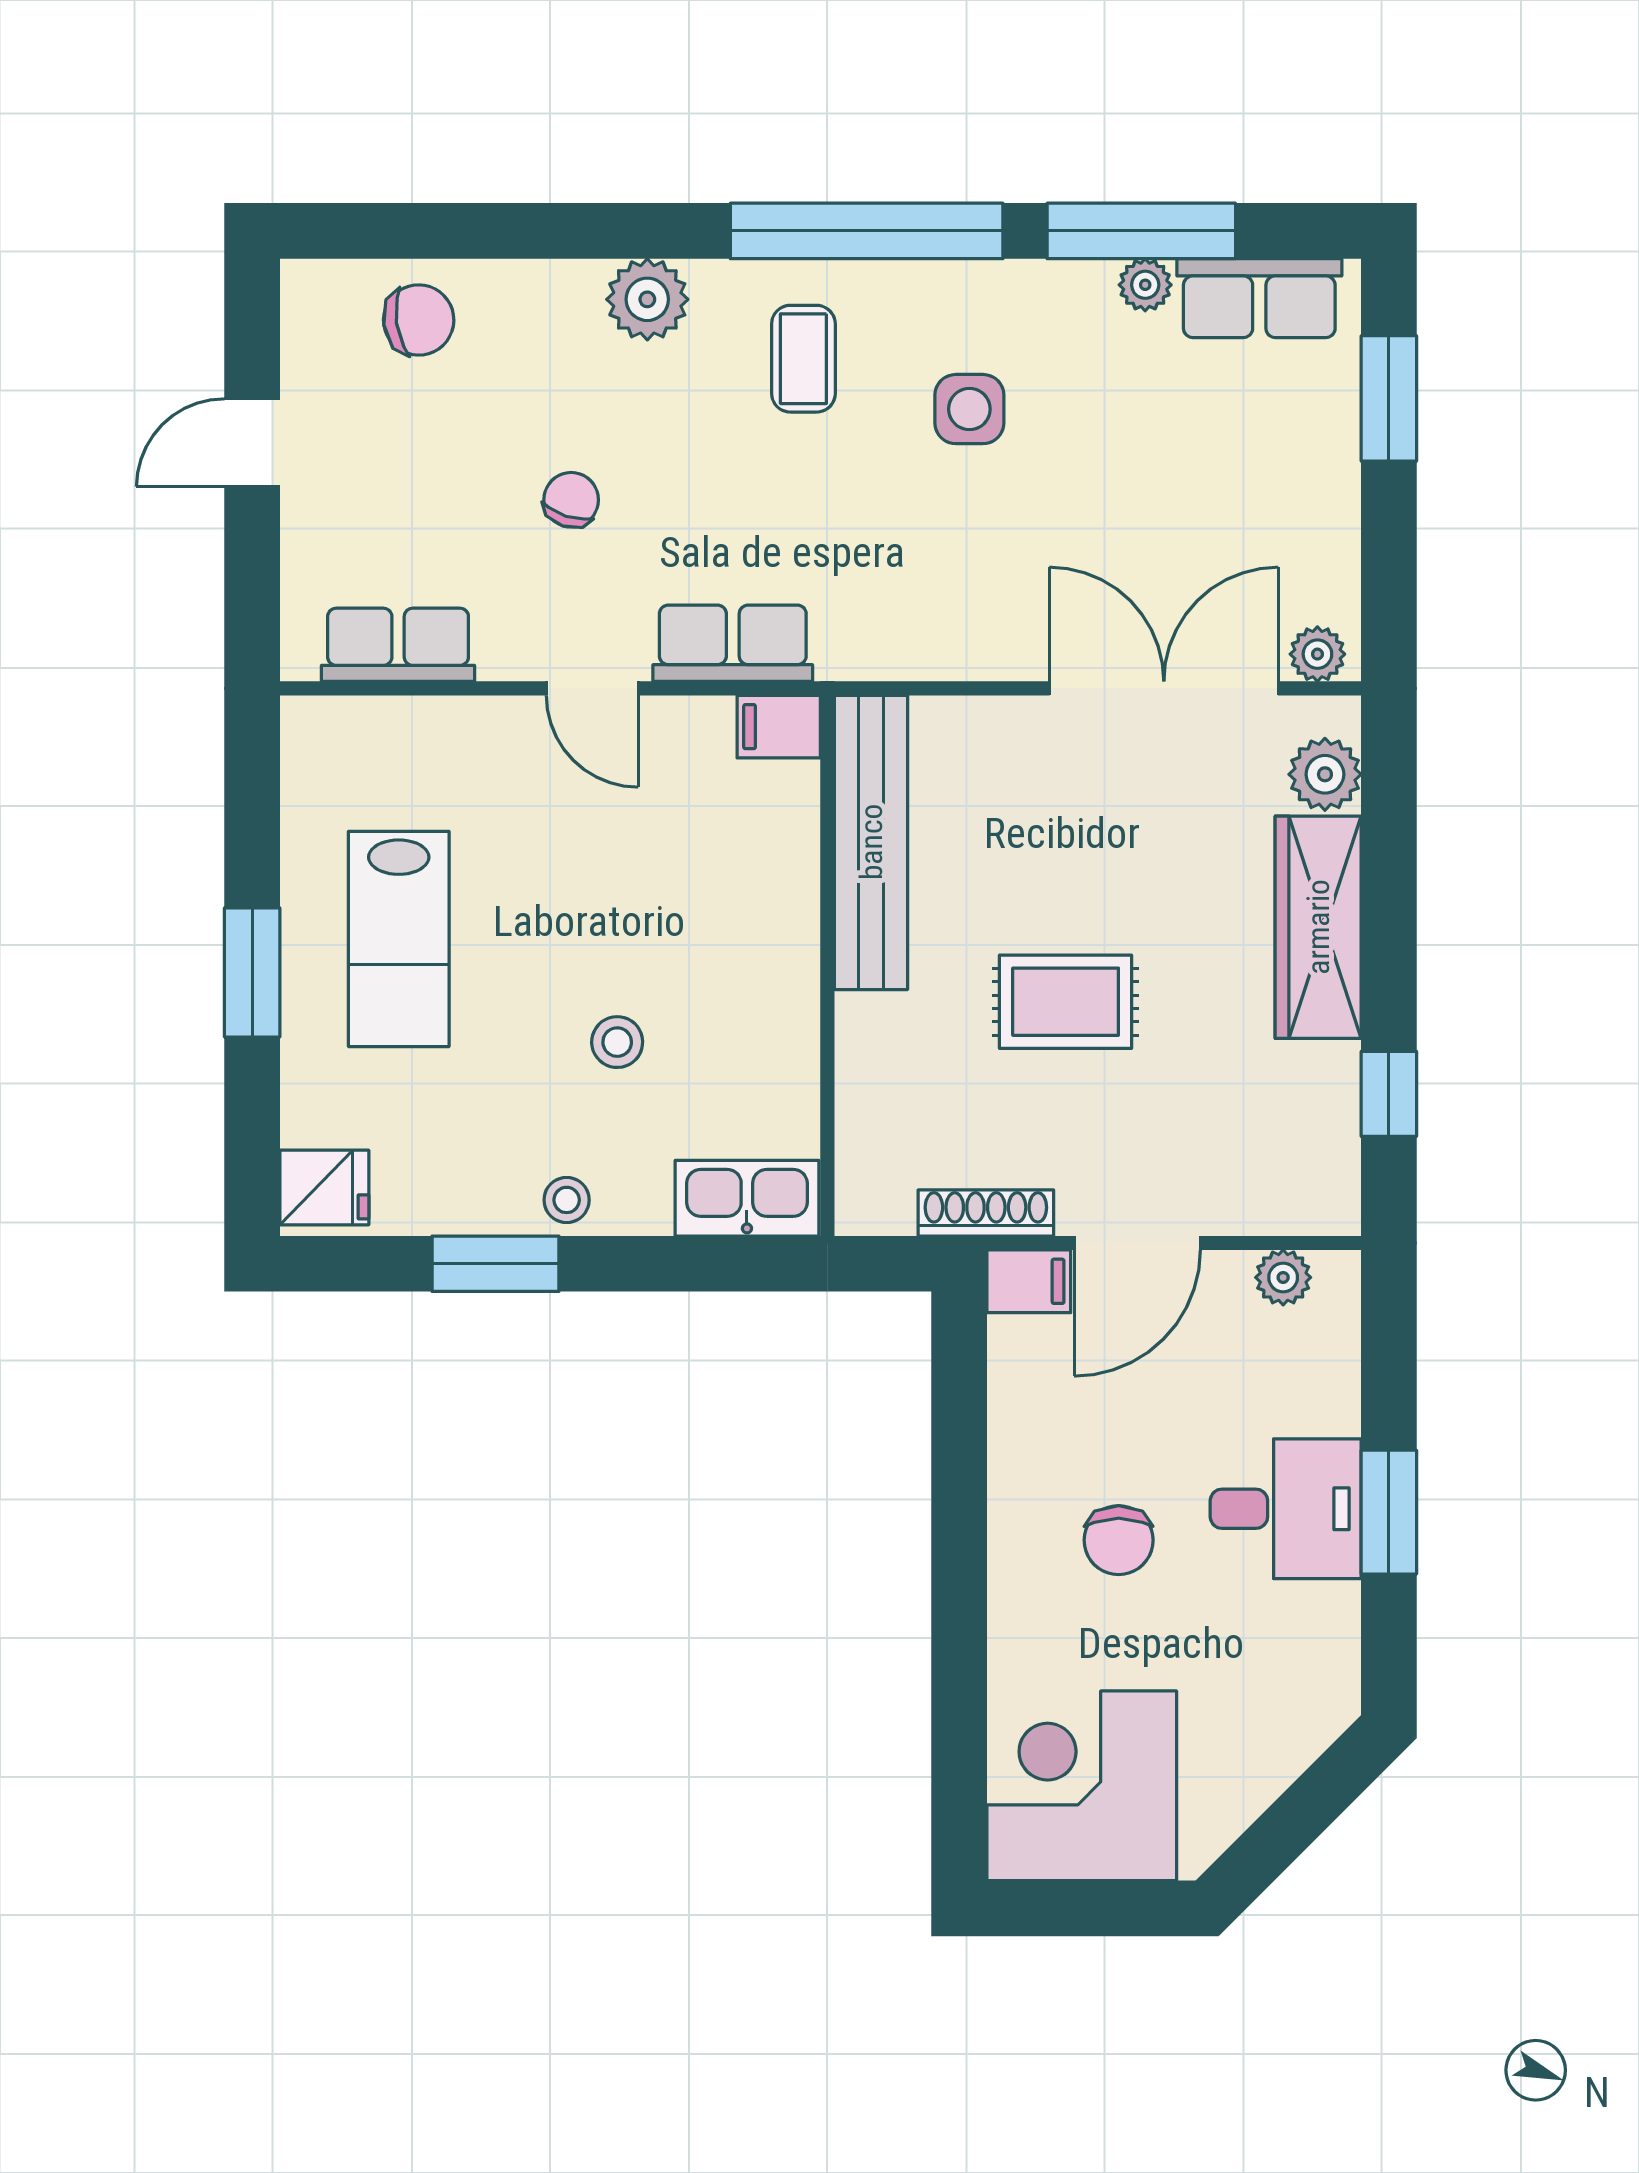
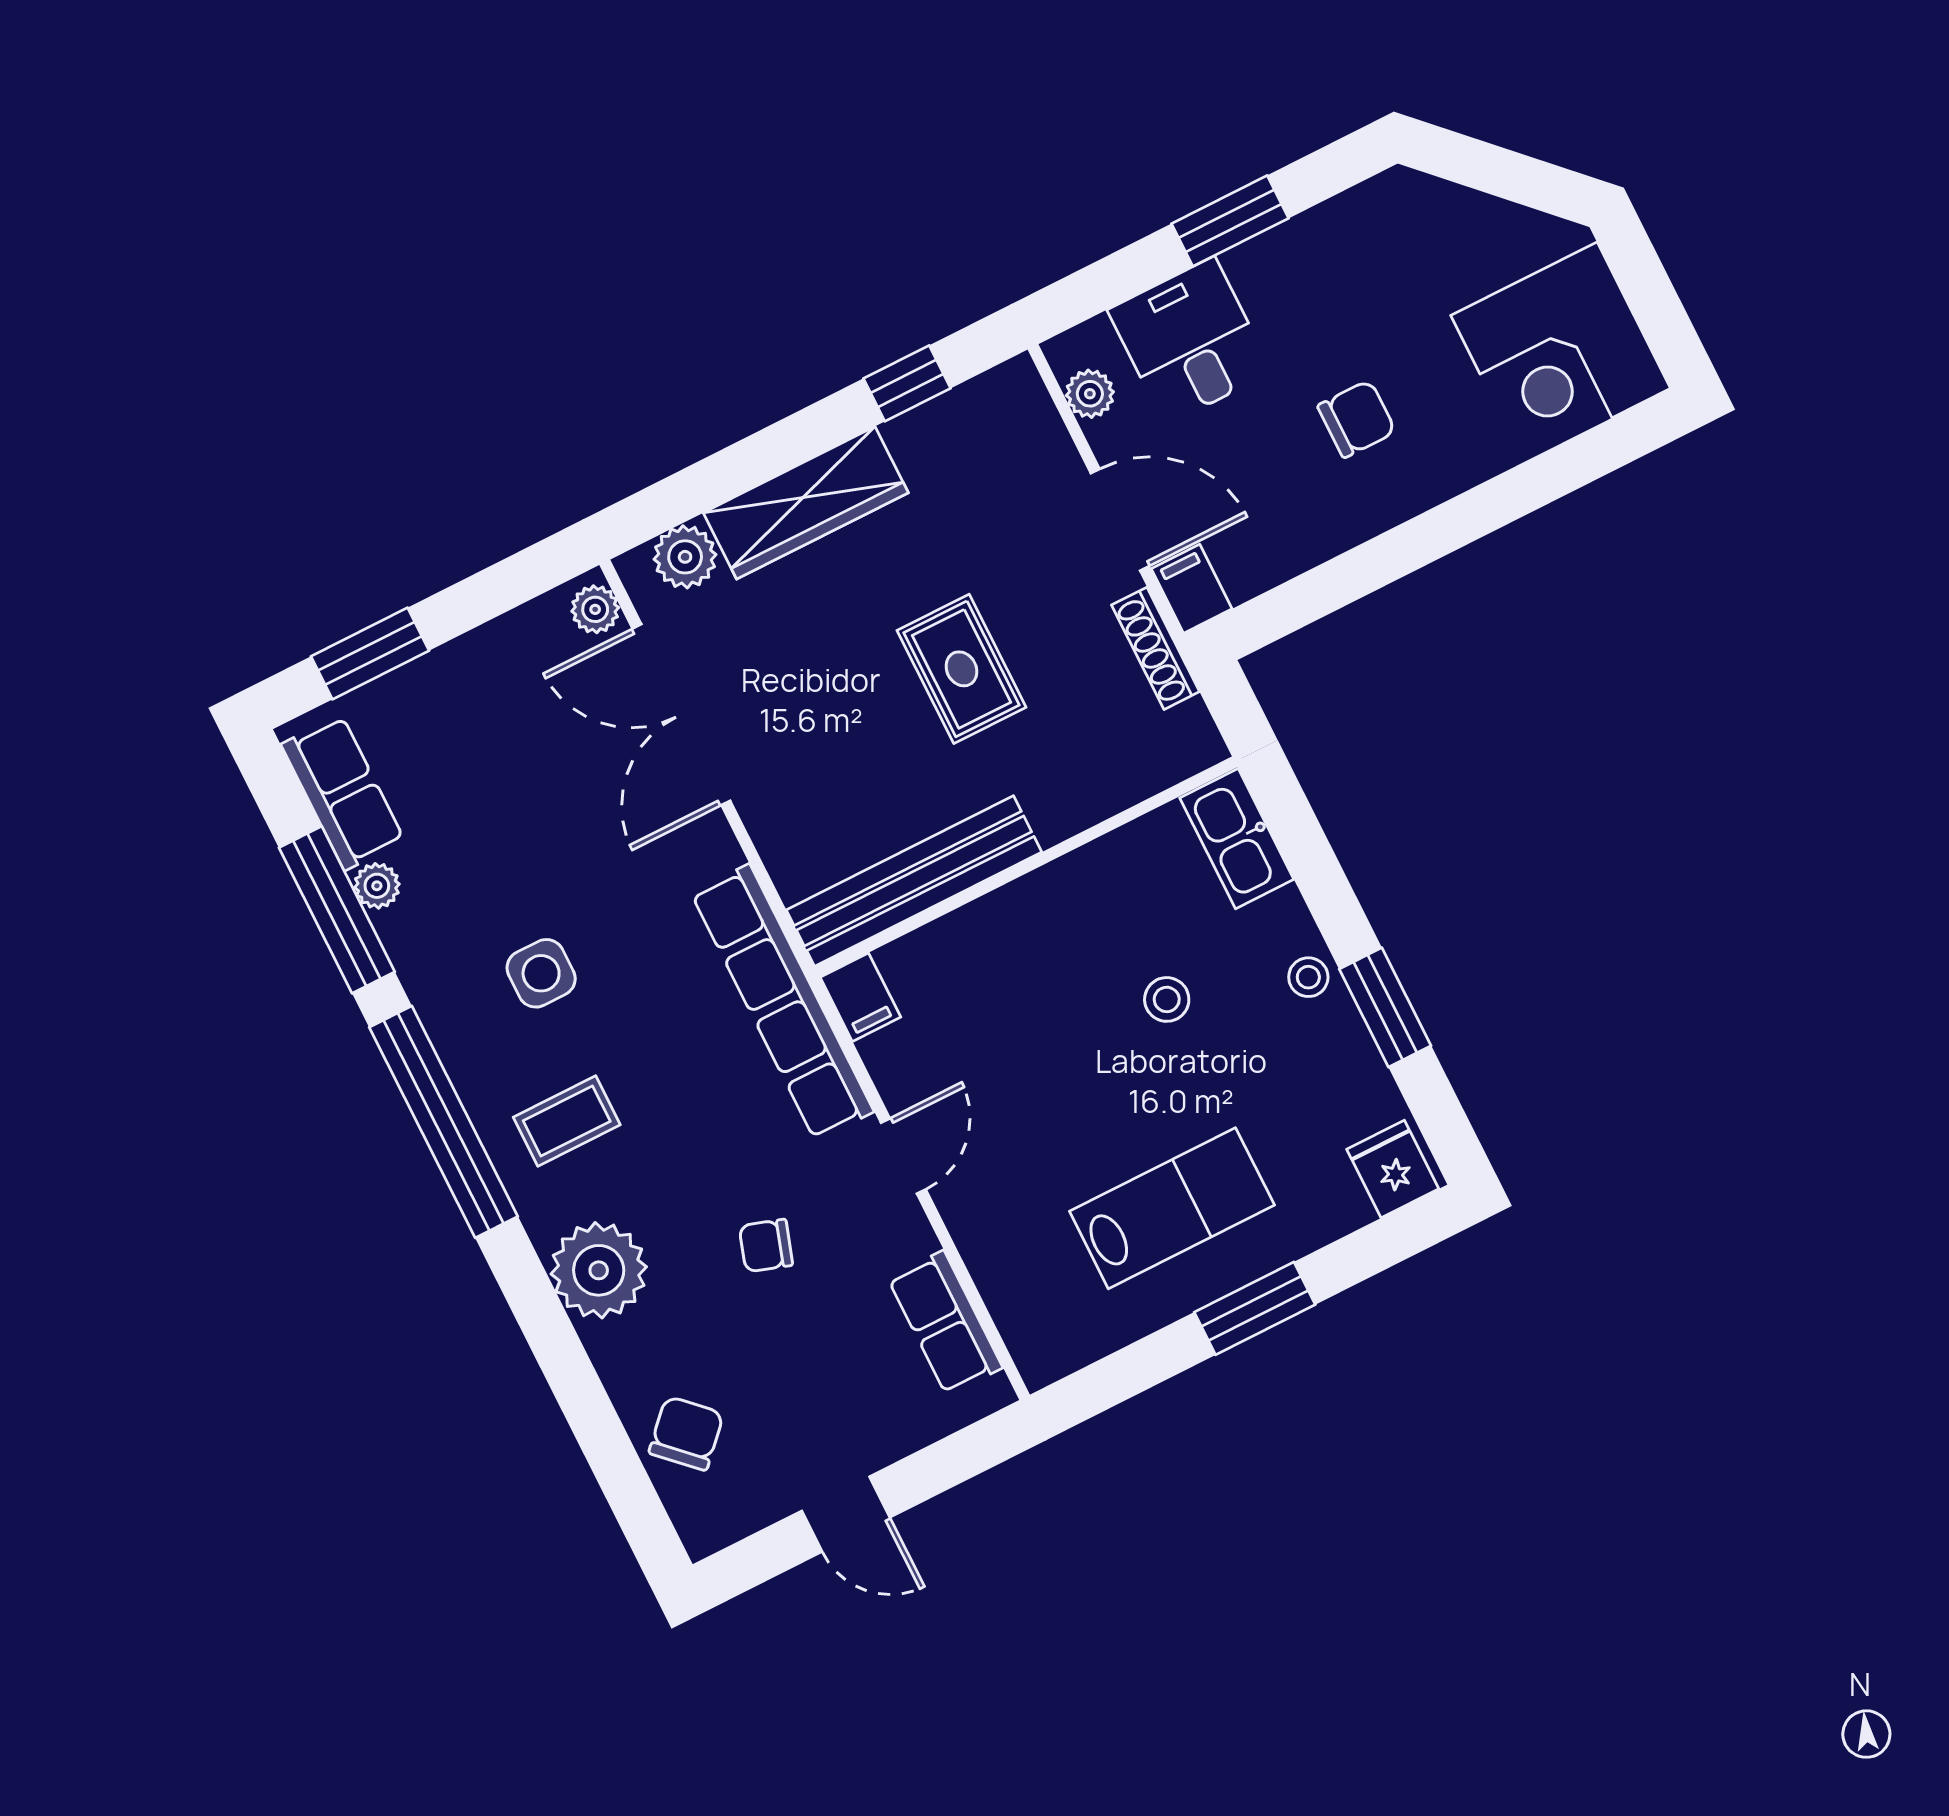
plant: (647, 299) -> (599, 1270), width x1.36, depth x1.36
chair: (419, 320) -> (686, 1433), turned 52
row of seats: (733, 643) -> (782, 1002), width x2.02
desk: (1286, 1509) -> (1190, 341), moved

